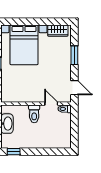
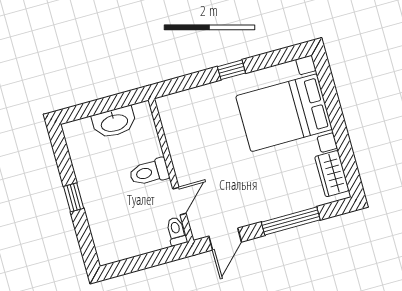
window: (74, 55) -> (291, 221), width x1.44
window: (14, 152) -> (74, 197), moved

